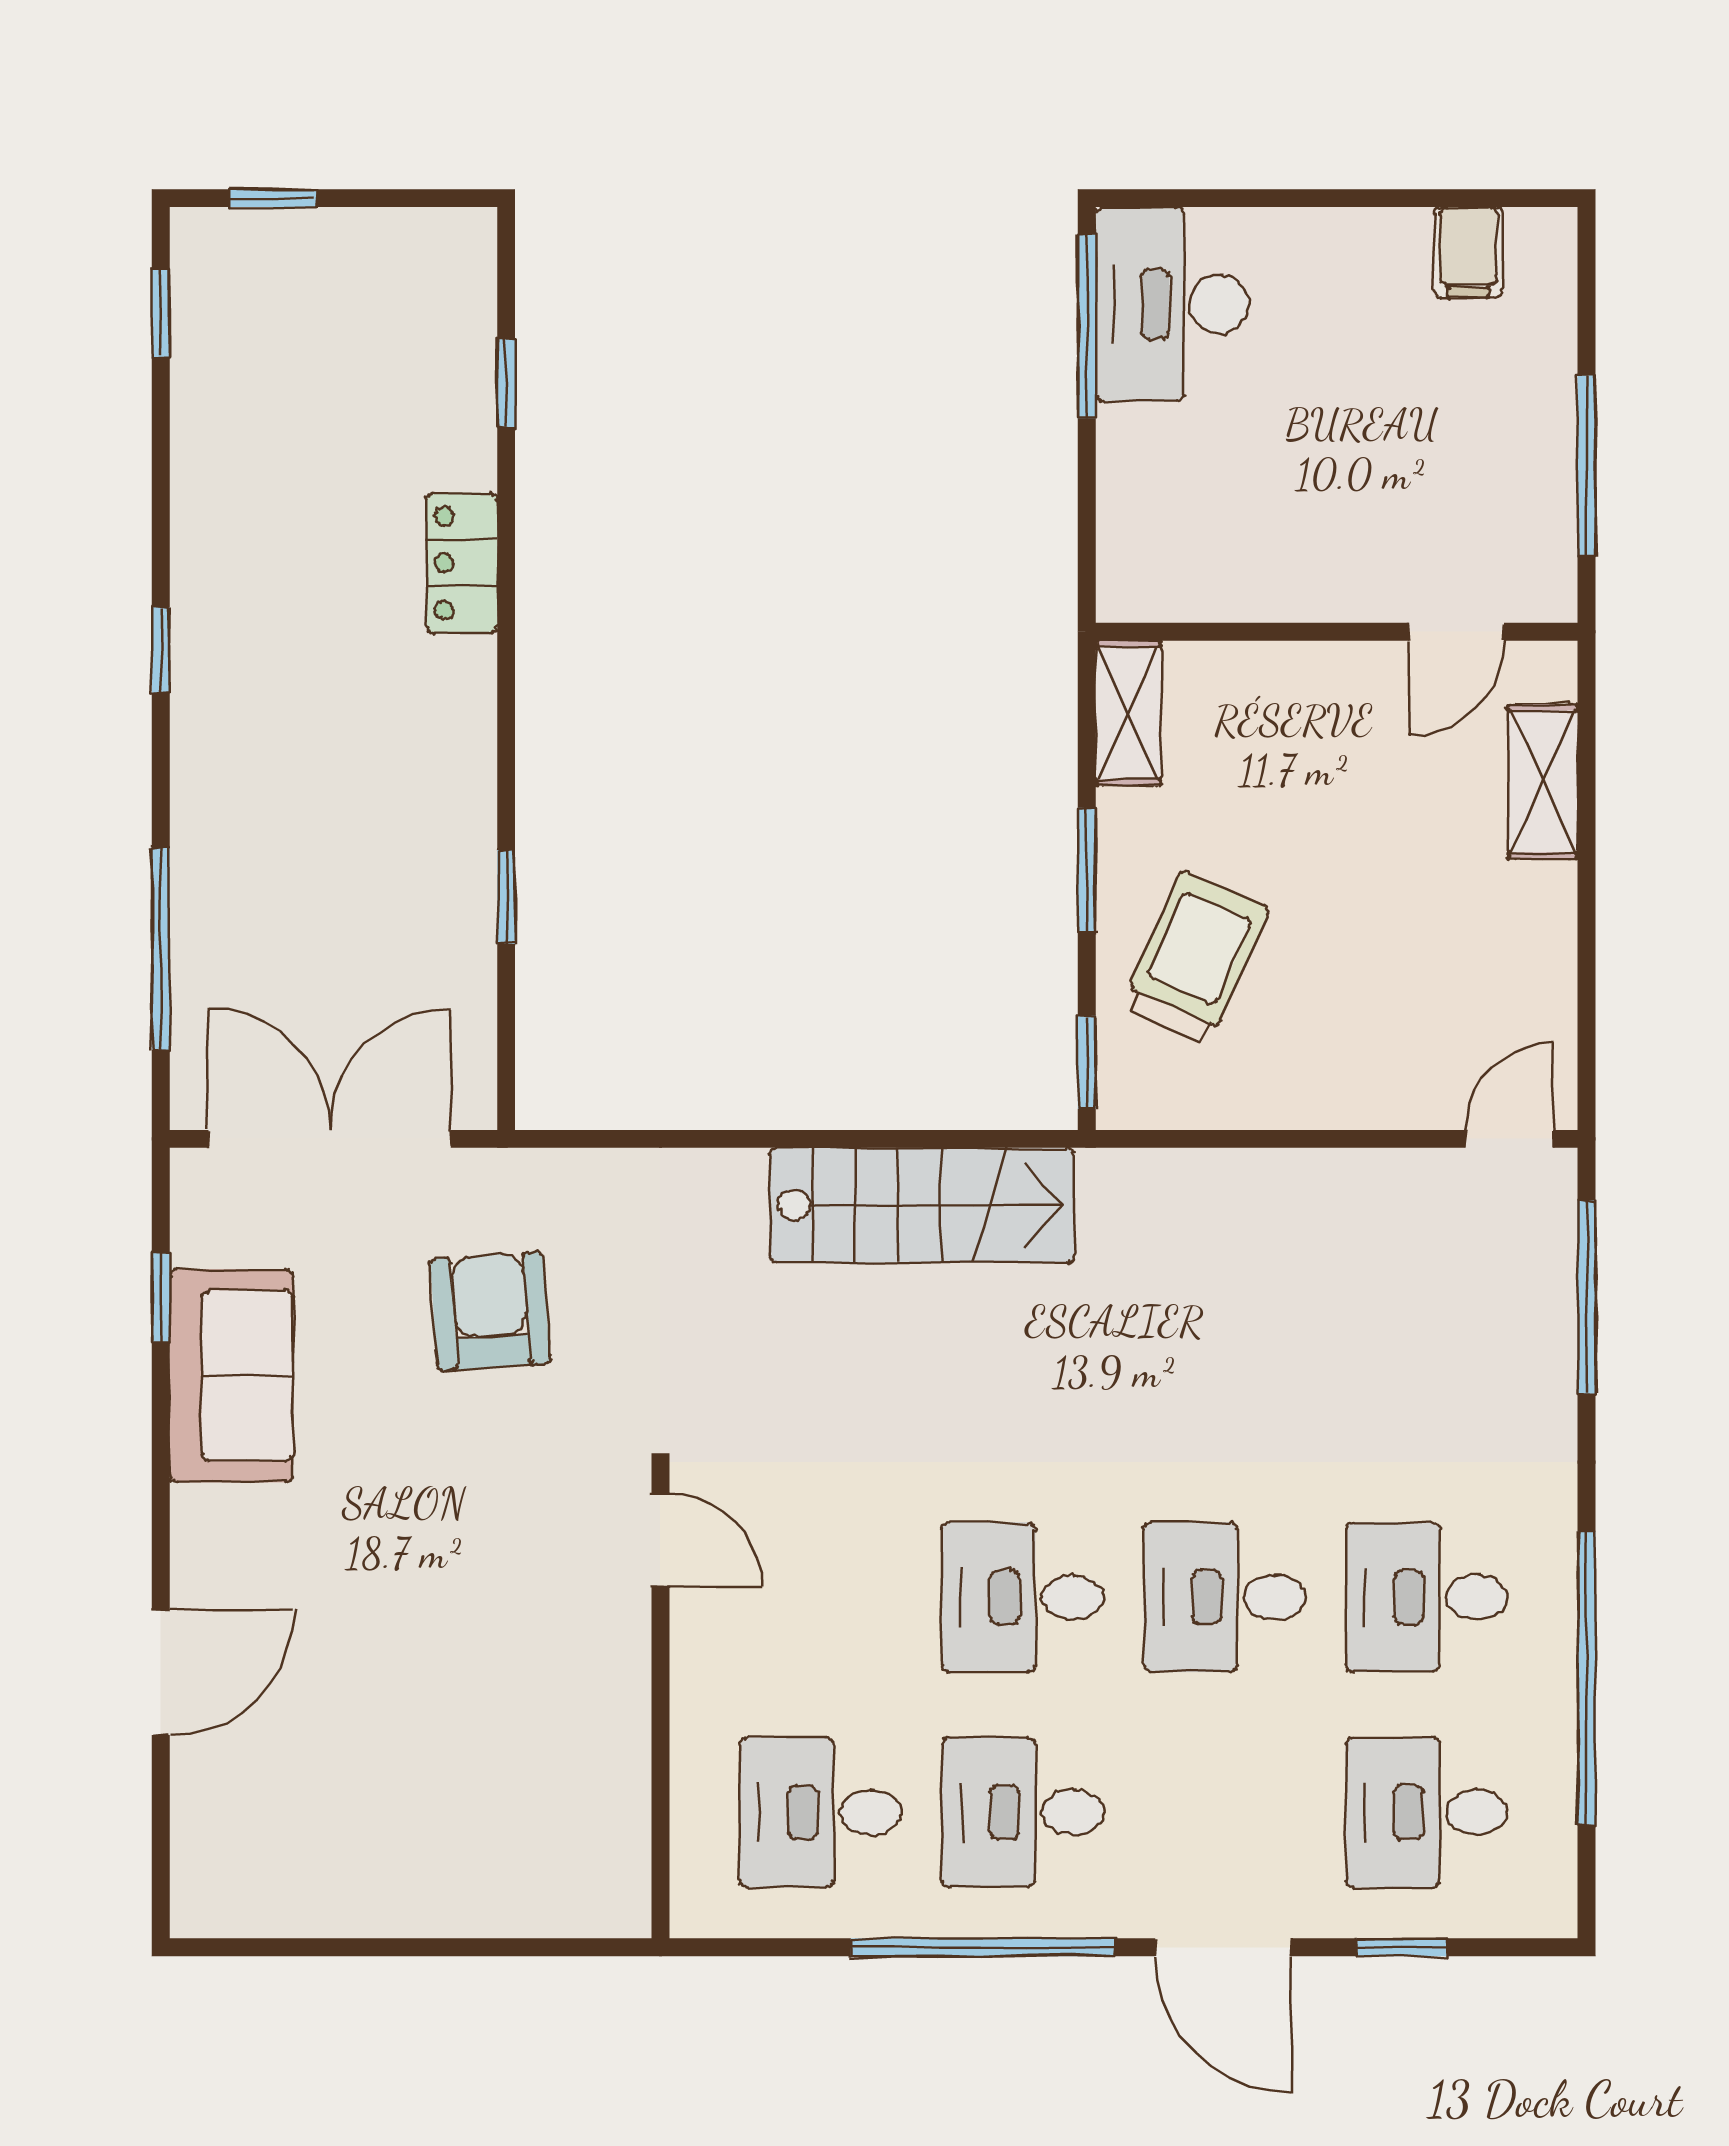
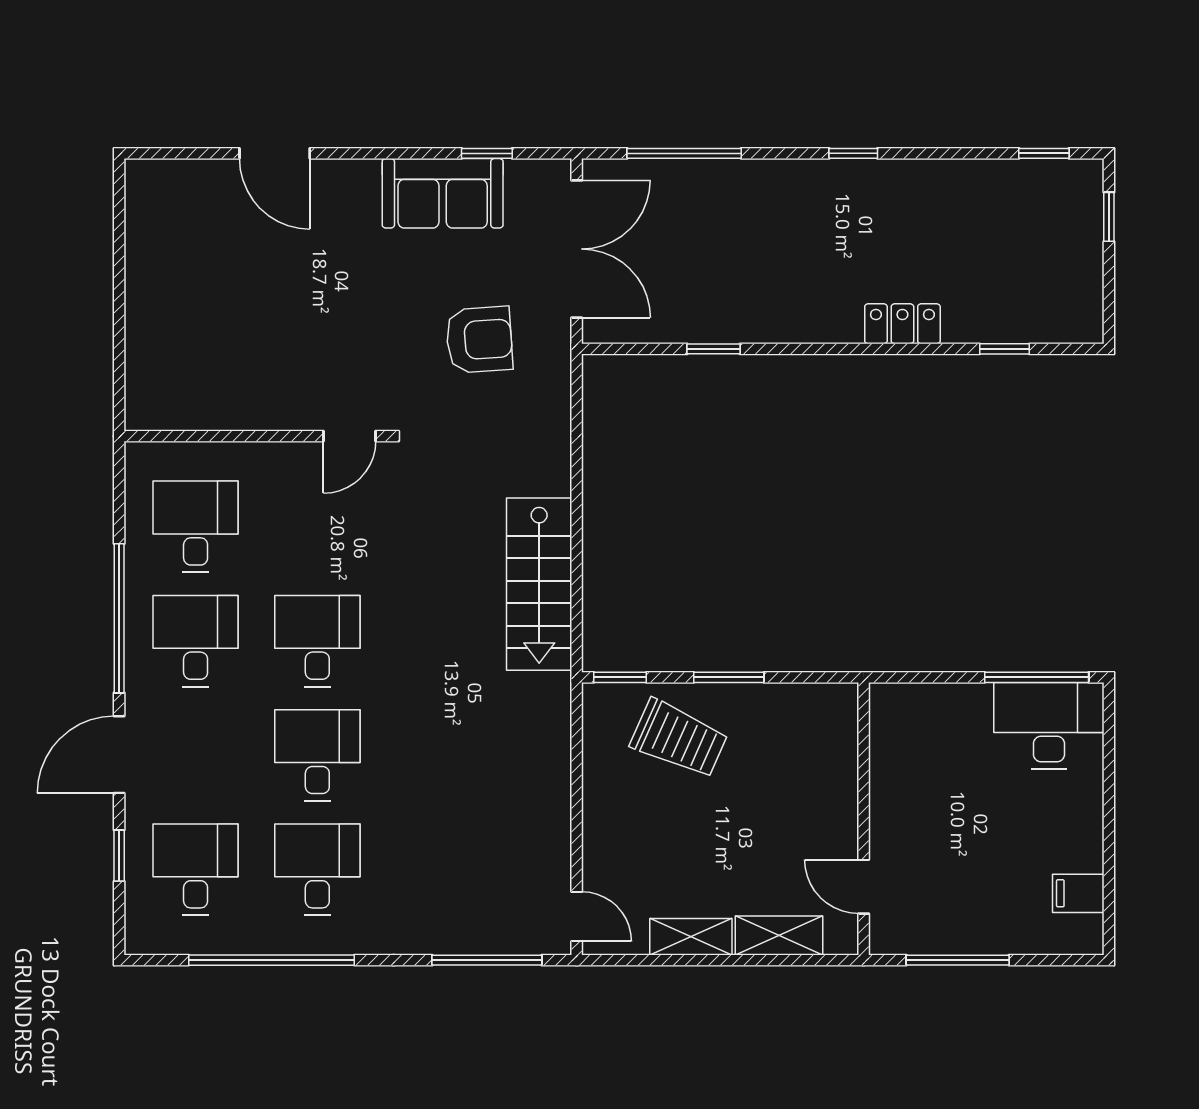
shelving: (1128, 713) -> (691, 937), moved

